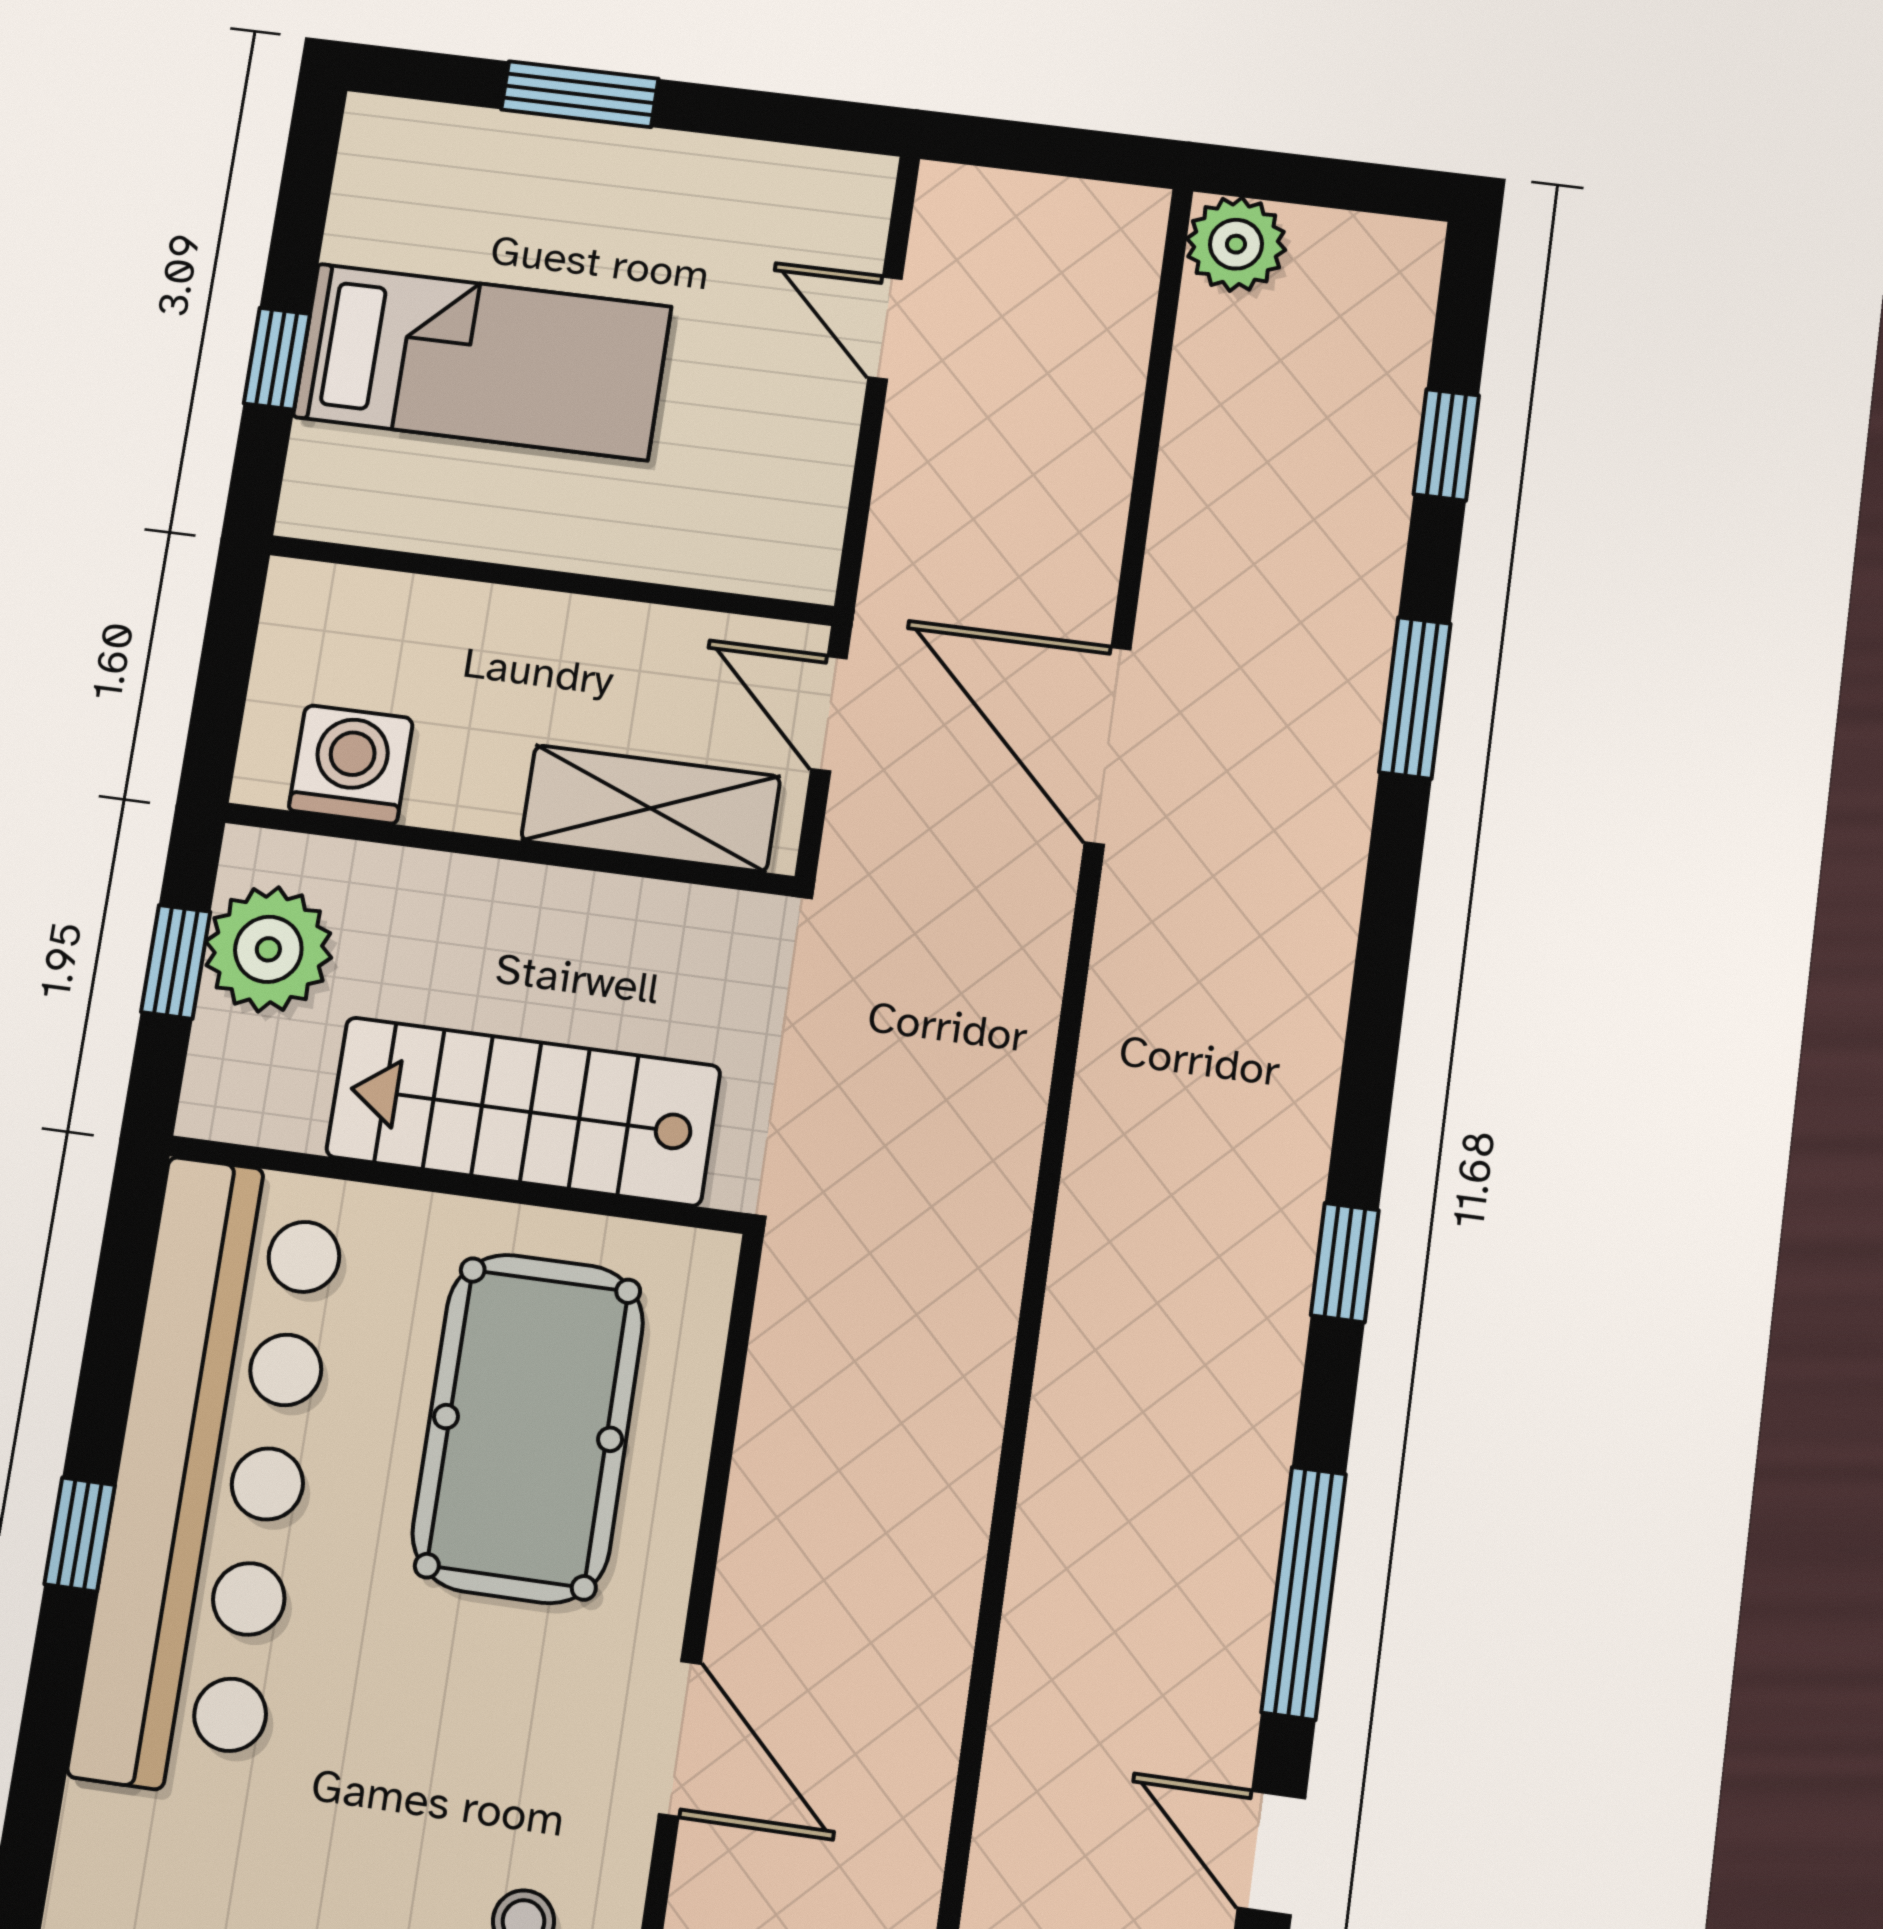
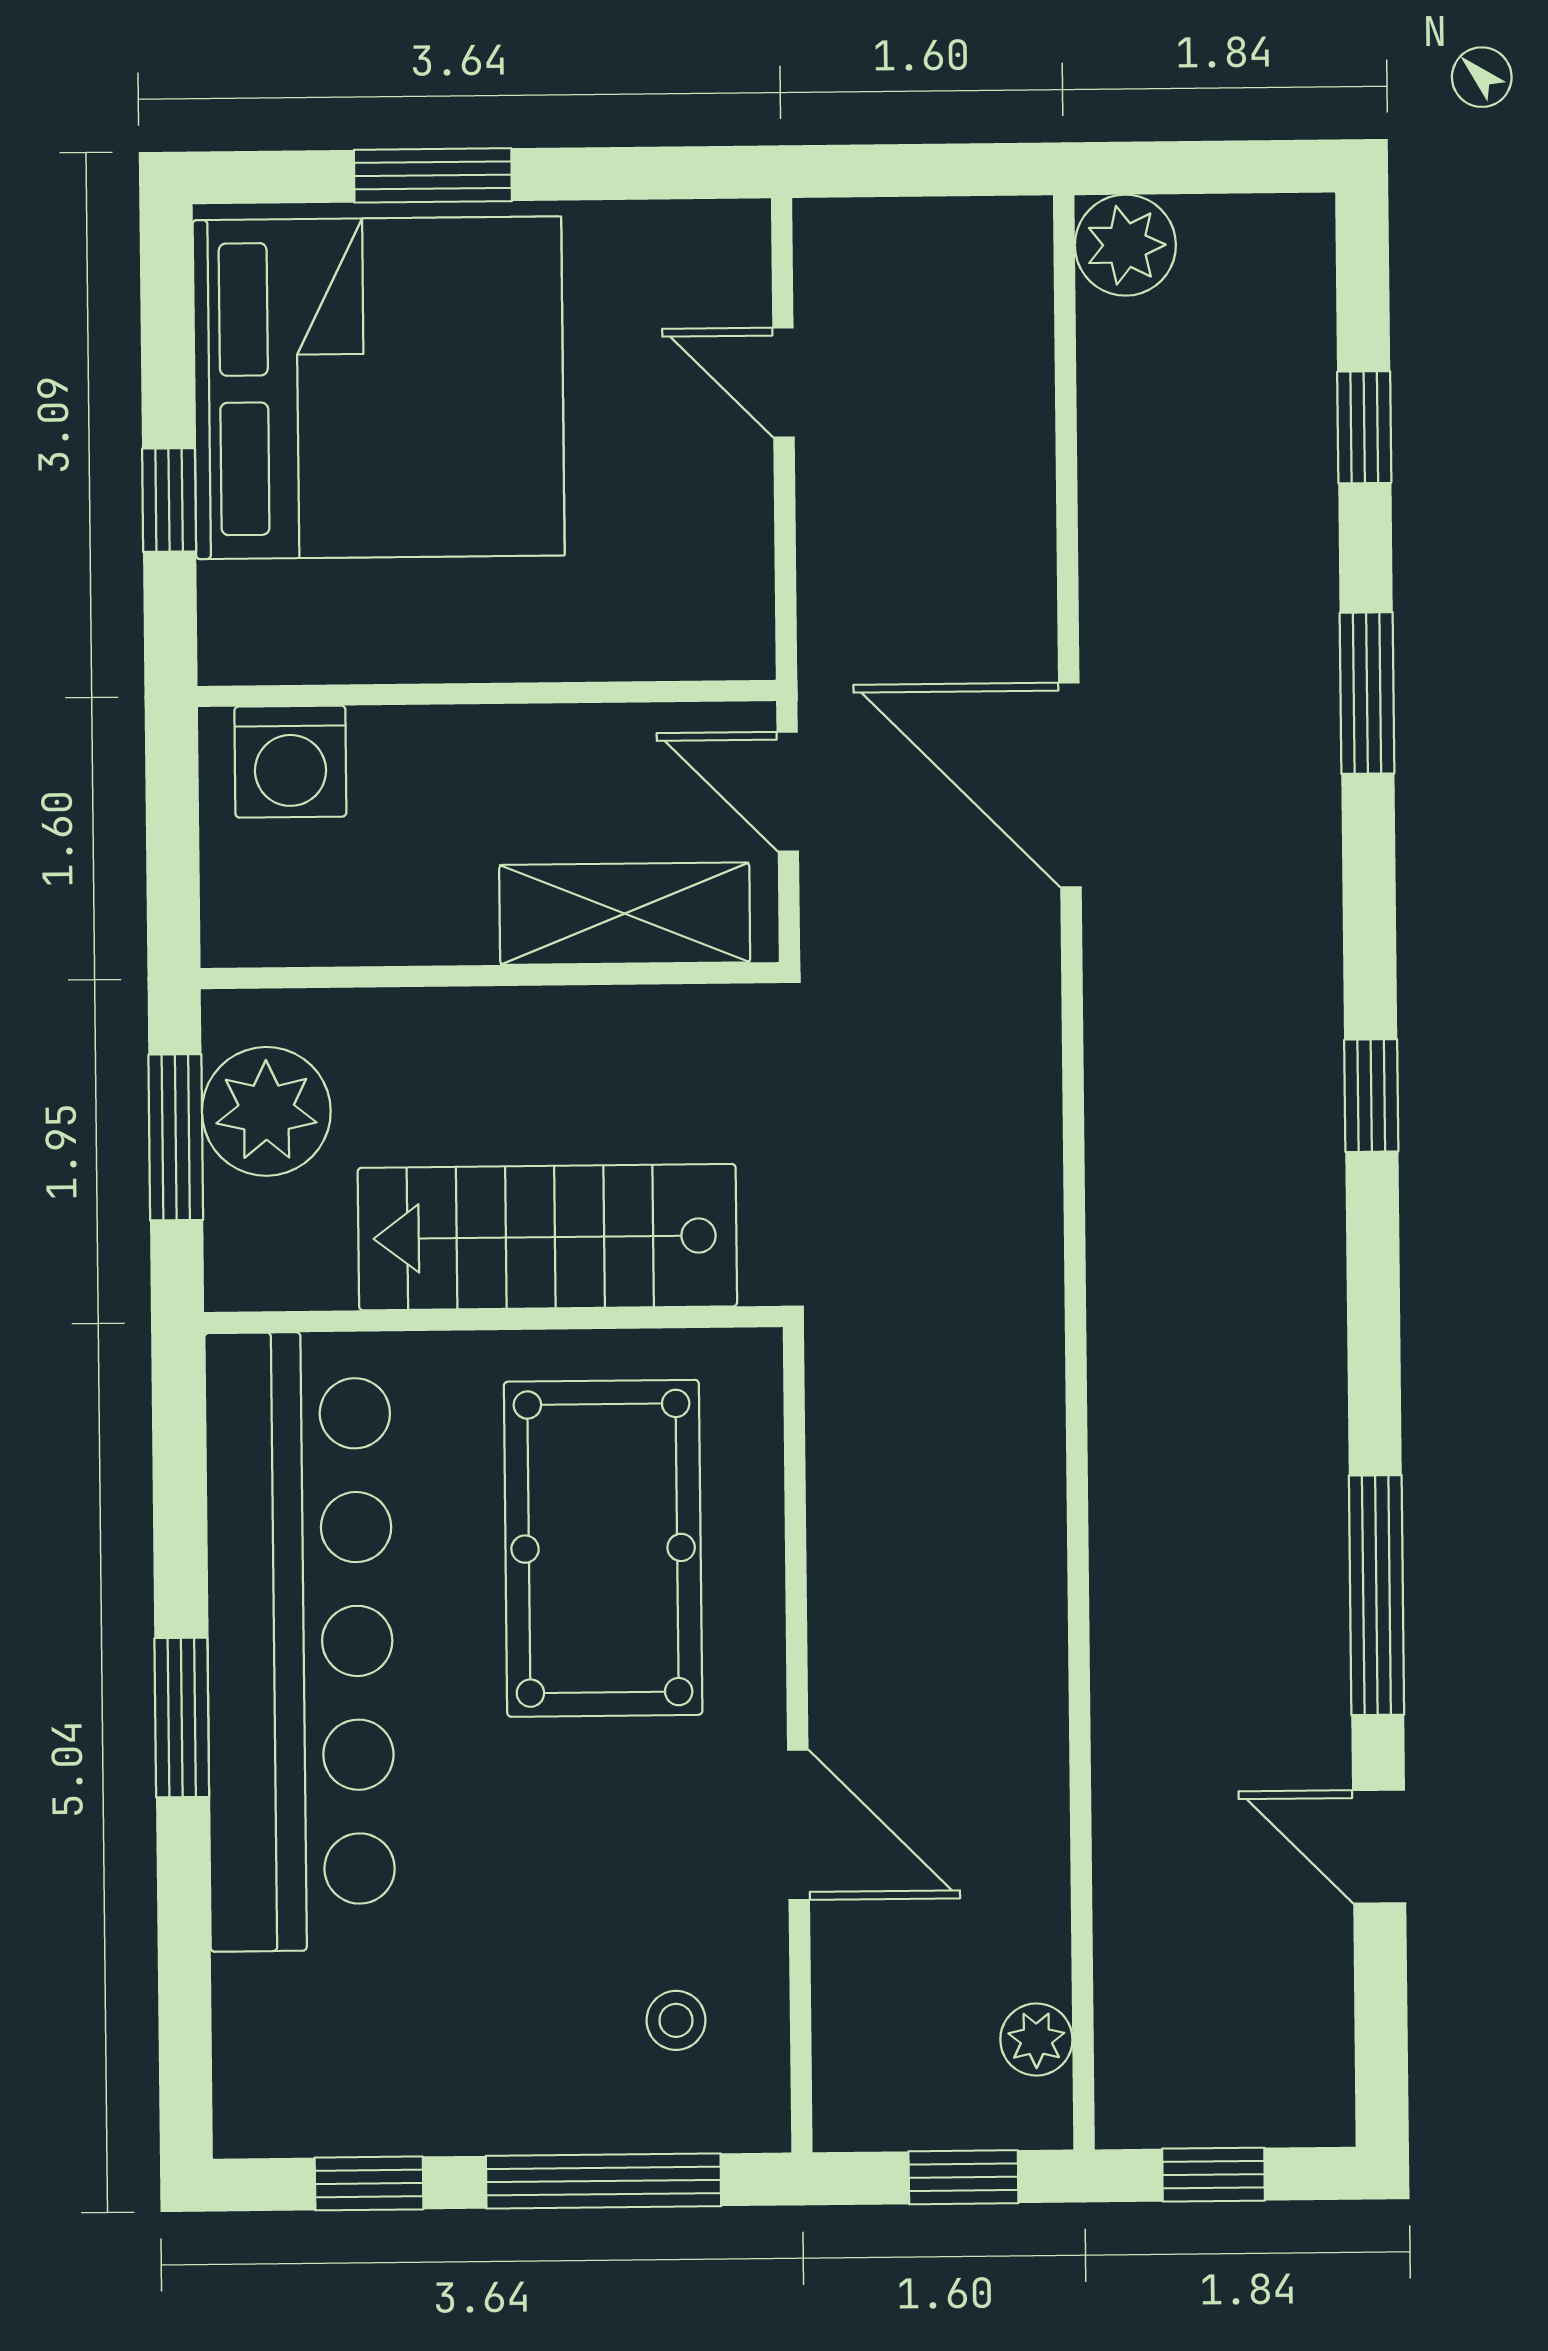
bed: (482, 362) -> (379, 388), width x2.04
washing machine: (351, 764) -> (290, 762), moved, turned 180
window: (176, 962) -> (176, 1137), width x1.50
window: (1345, 1263) -> (1371, 1096), moved
window: (80, 1534) -> (182, 1717), width x1.50

